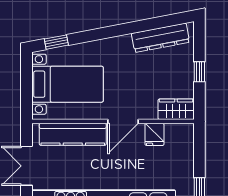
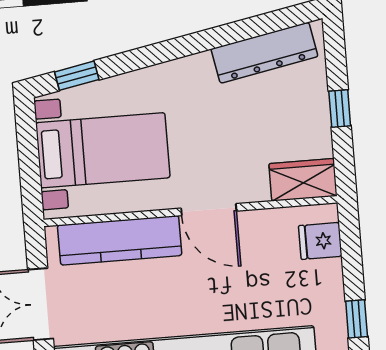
door: (123, 121) -> (209, 210), hinge flipped
fridge: (154, 134) -> (320, 241), moved, turned 90

